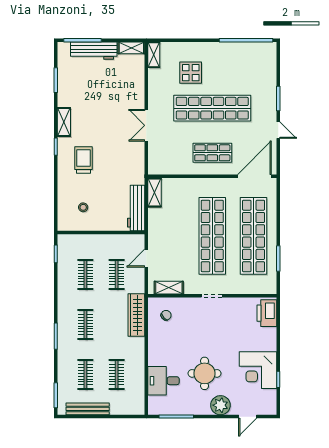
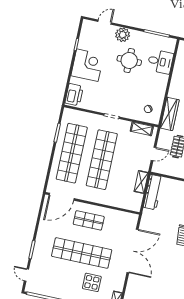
double door: (146, 125) -> (133, 251), width x1.87
door: (278, 130) -> (26, 275), moved
shelving: (155, 192) -> (141, 182), moved
corner desk: (258, 370) -> (87, 65), moved

